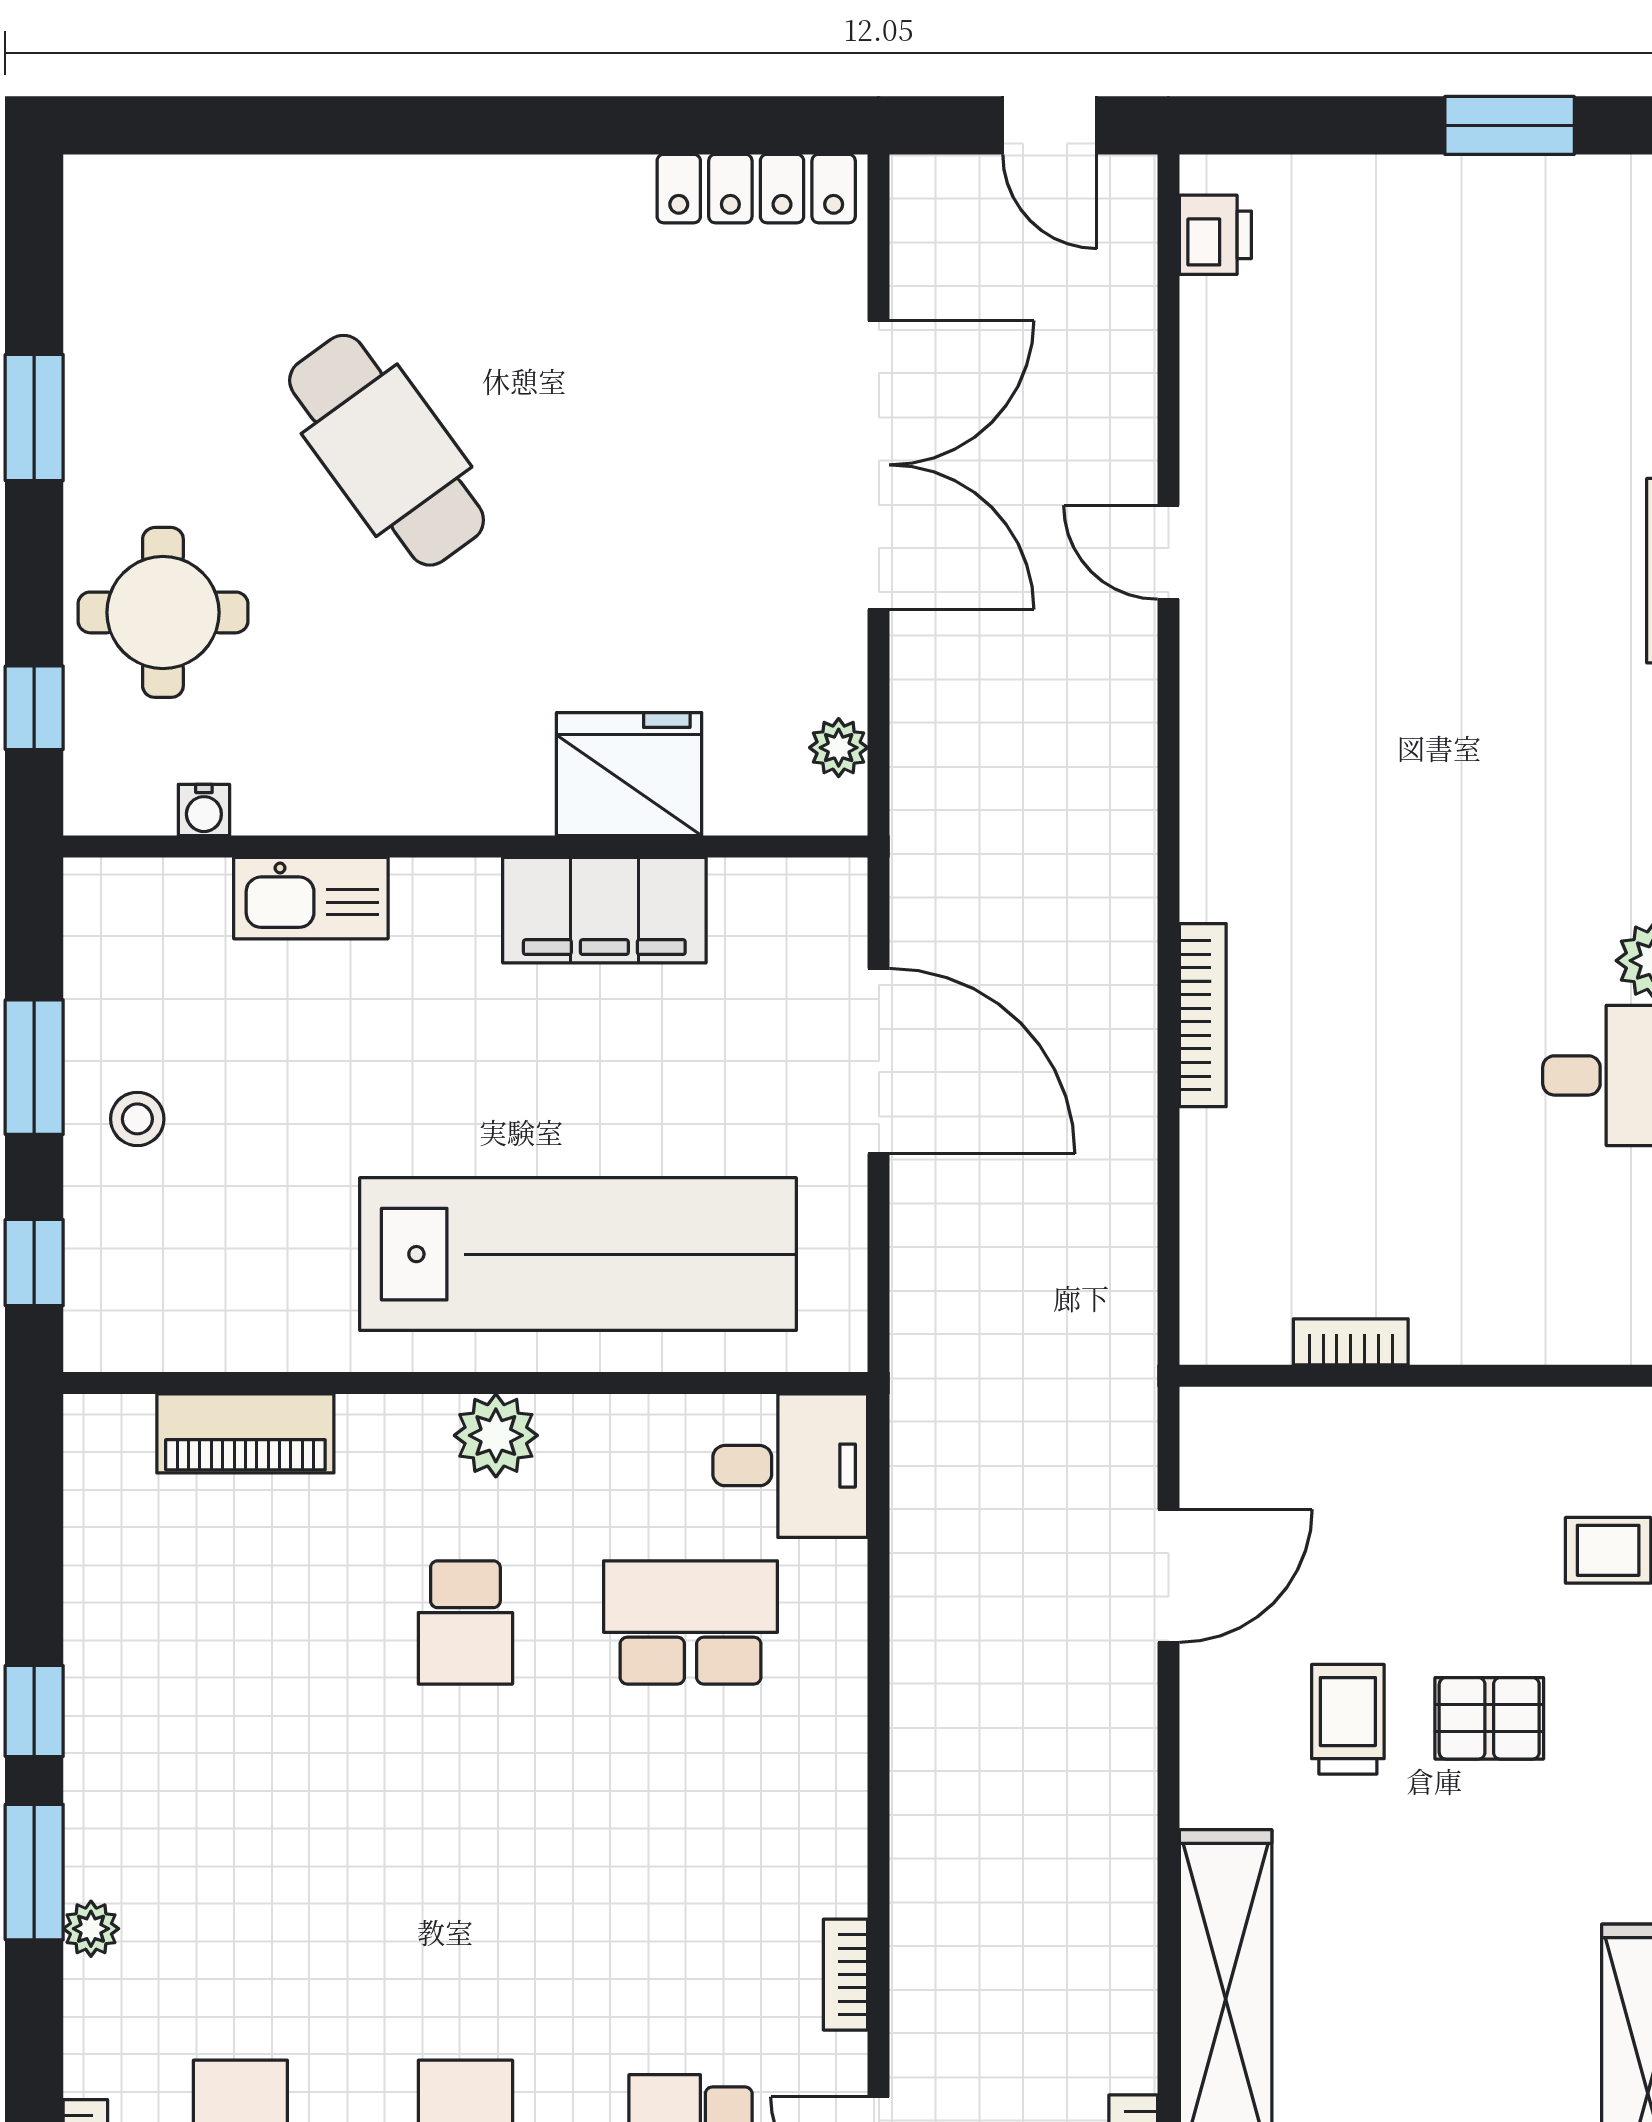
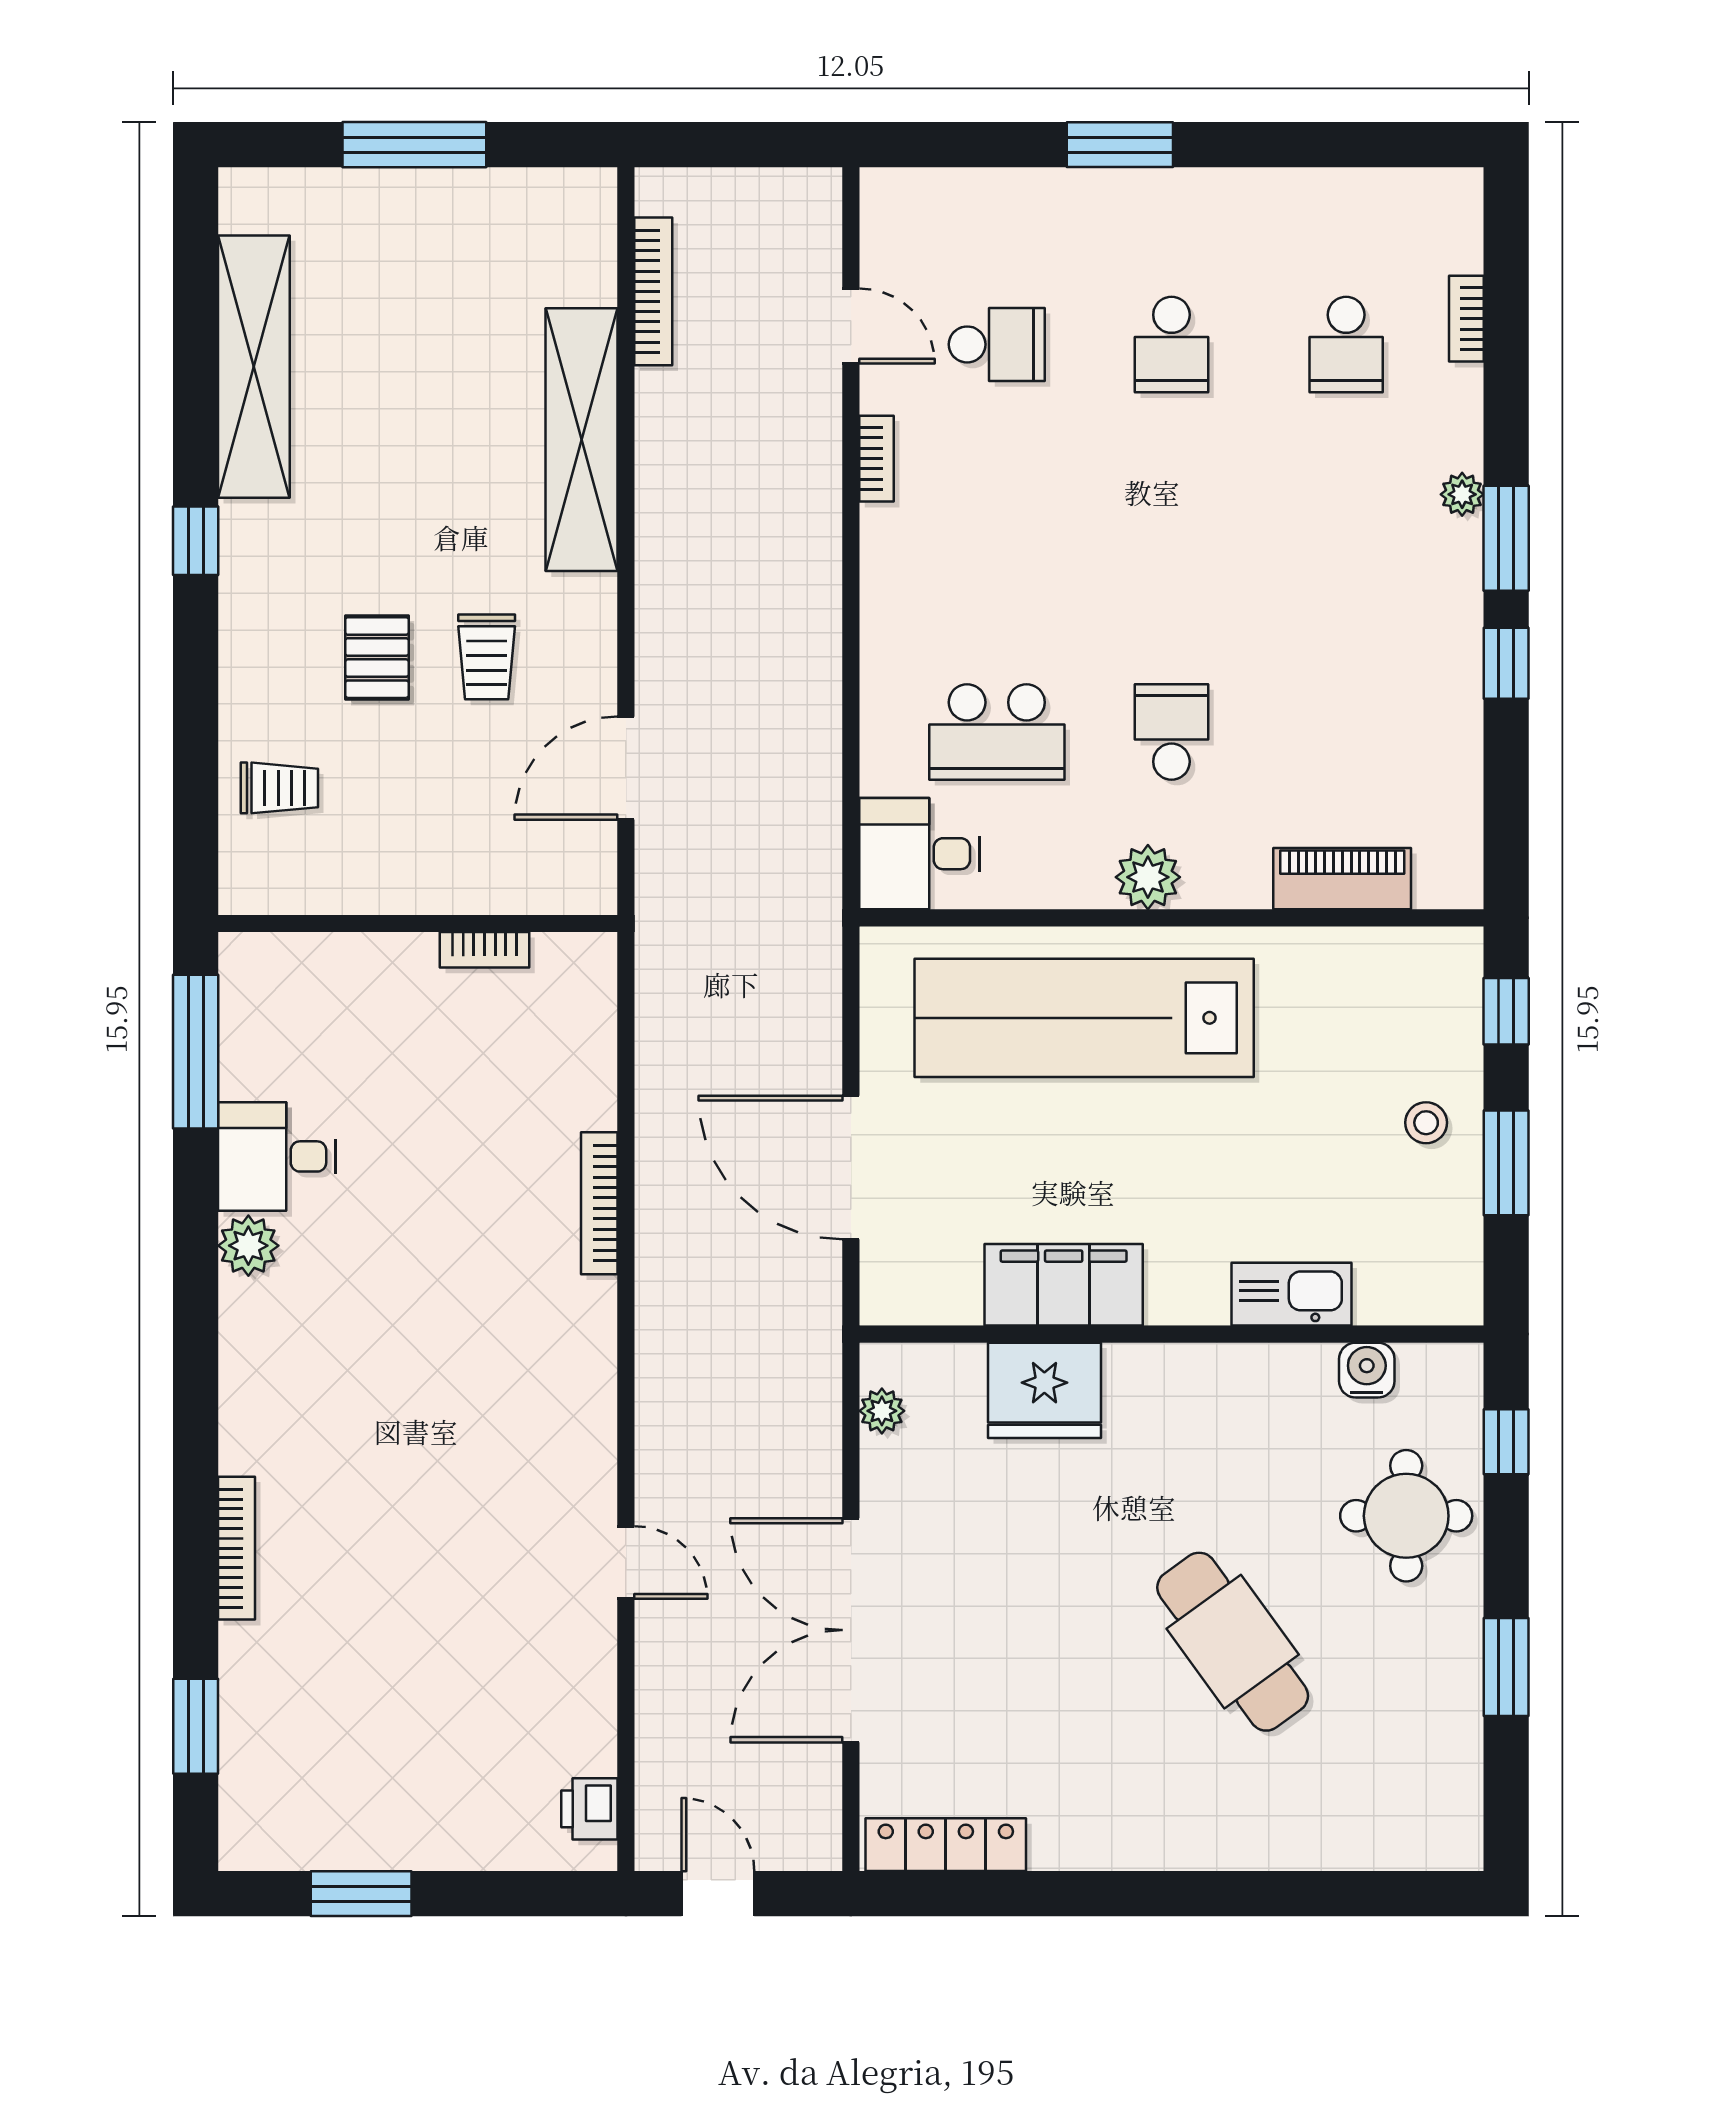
water cooler: (204, 810) -> (1367, 1370), width x1.38, depth x1.38
pallet: (1489, 1718) -> (377, 658), turned 90

